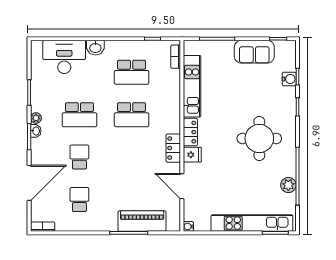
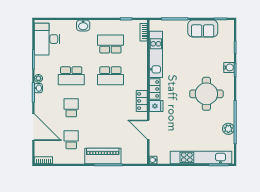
desk: (64, 57) -> (47, 39), moved, turned -90
school desk: (132, 72) -> (110, 44), turned 180
water cooler: (289, 79) -> (229, 67), moved
door: (29, 183) -> (33, 127), hinge flipped
piano: (142, 221) -> (103, 156), moved

